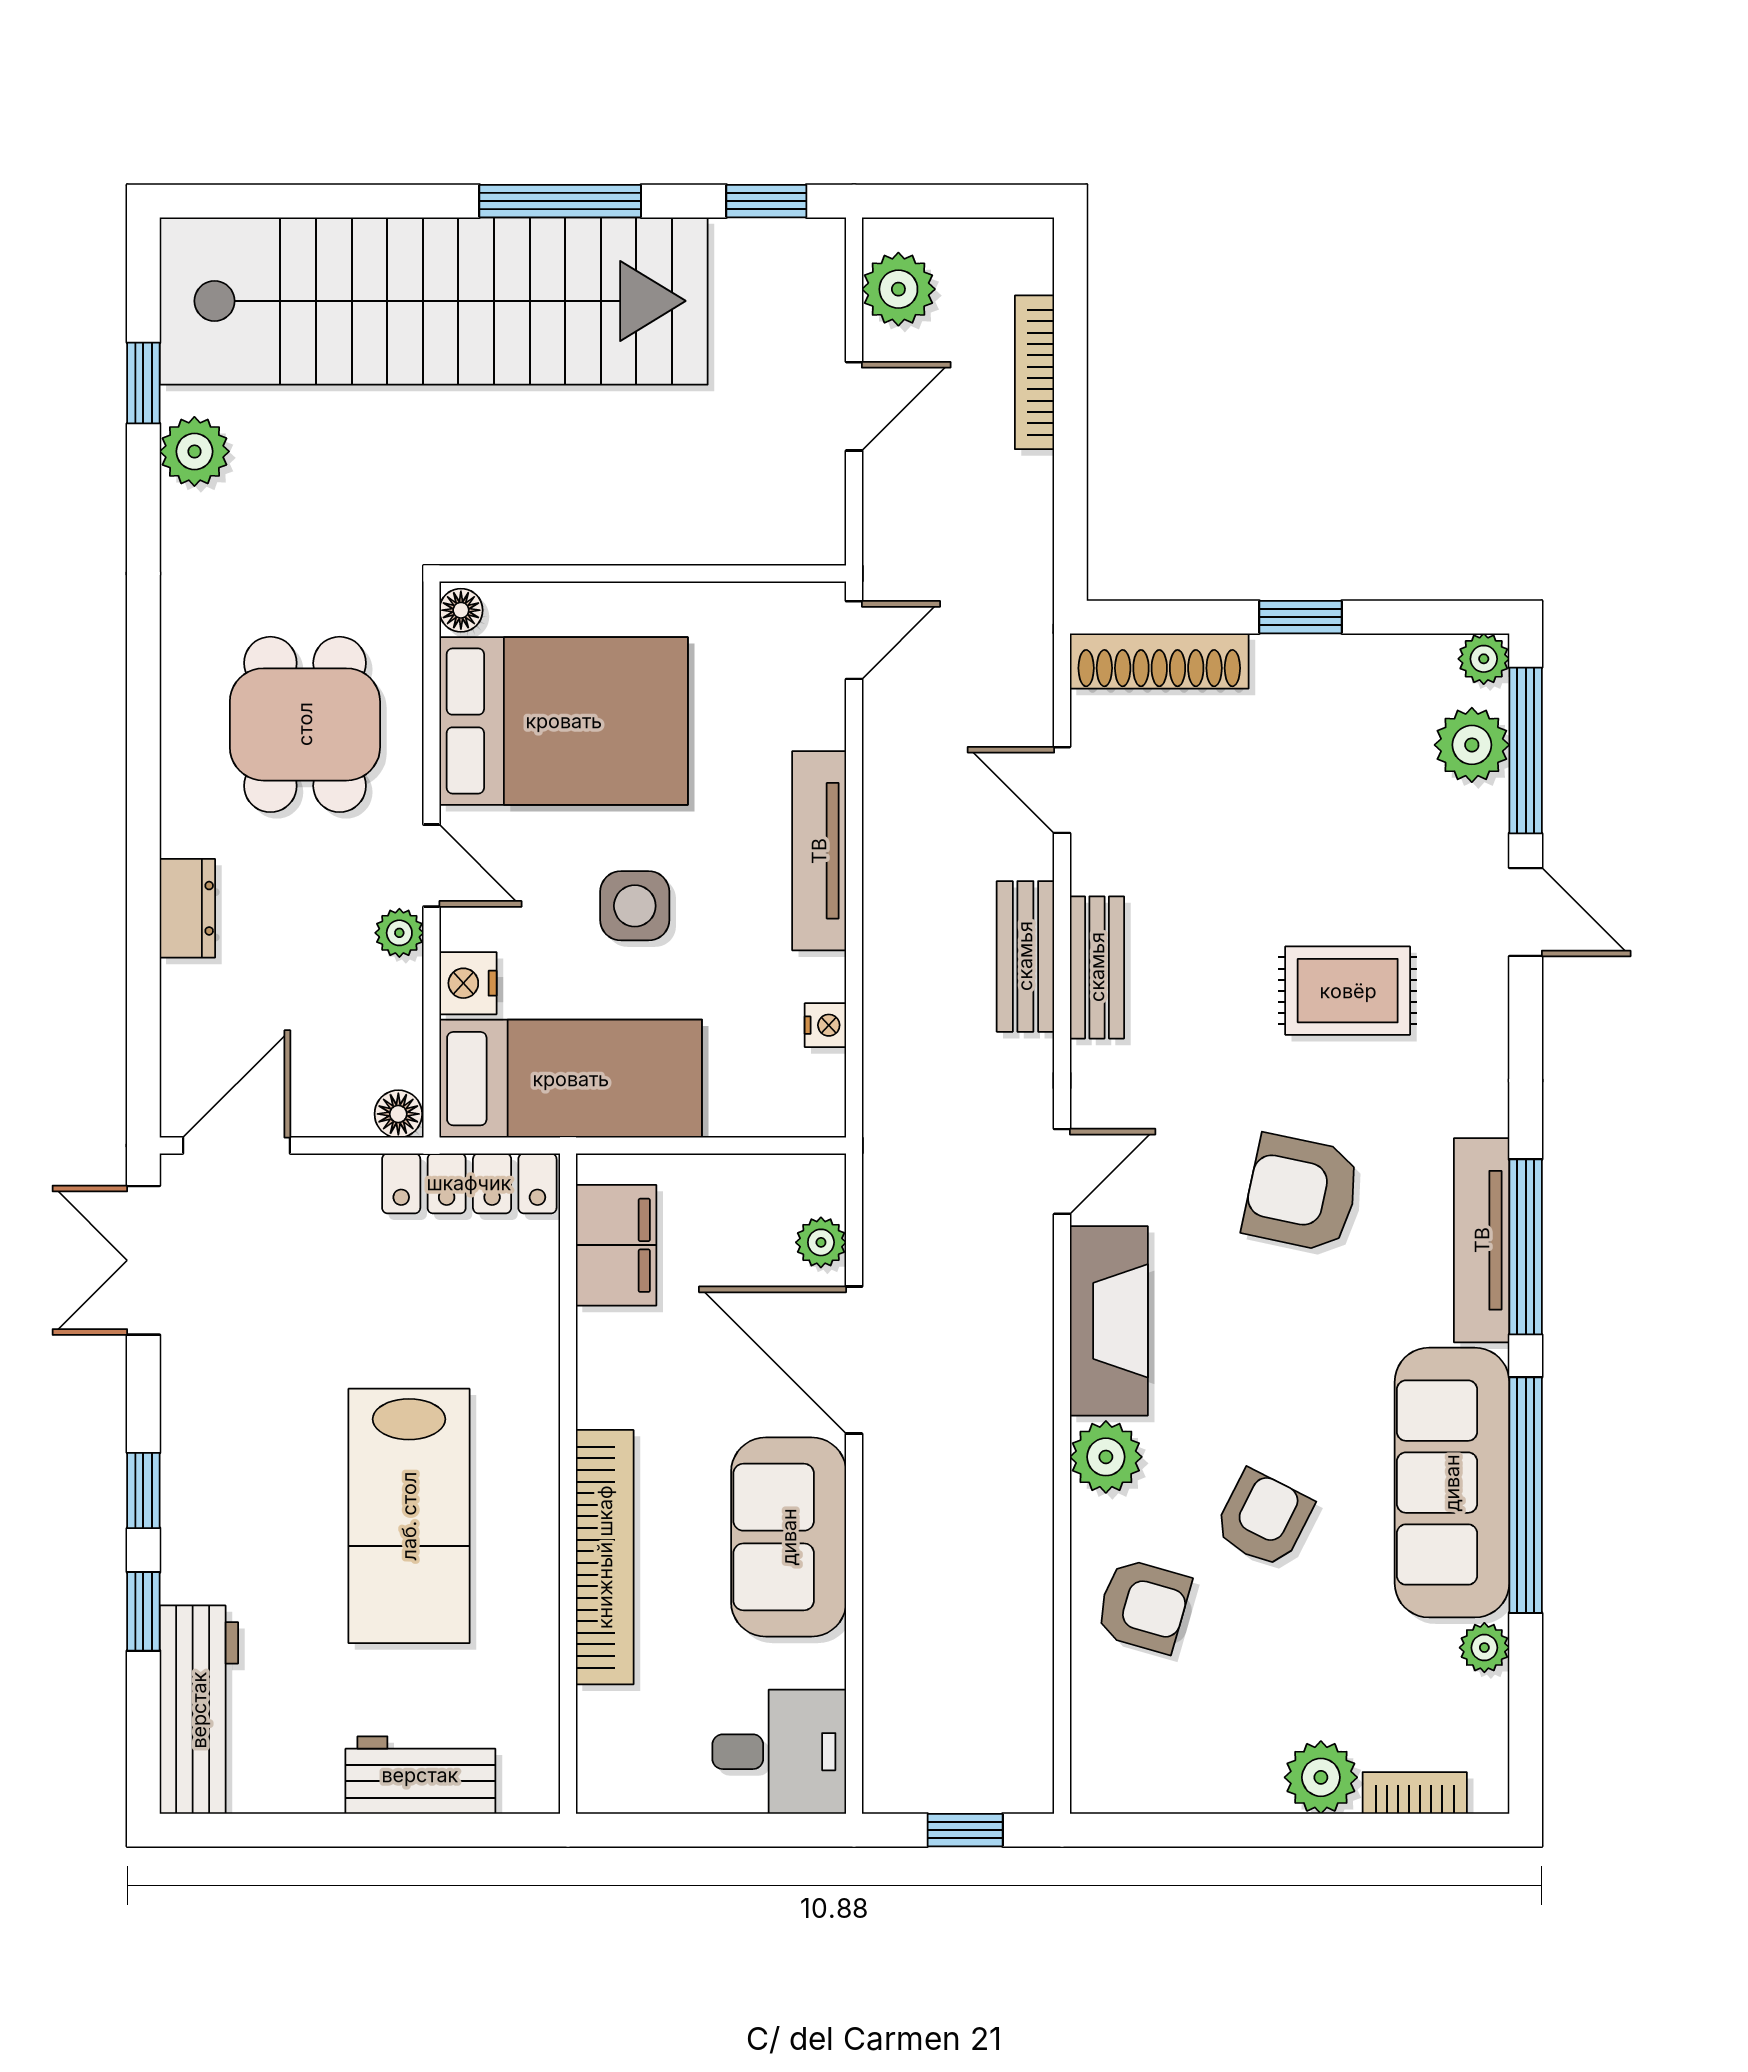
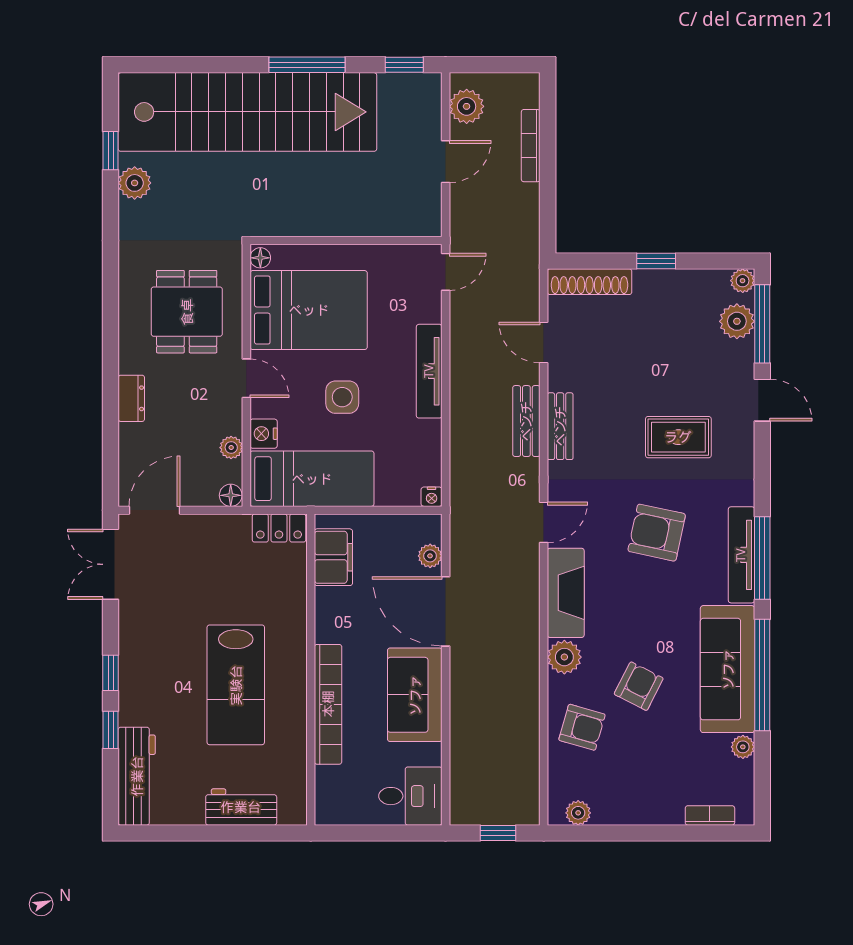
plant: (399, 933) -> (231, 448), moved
nightstand: (825, 1025) -> (432, 497), moved, turned 90
locker: (469, 1183) -> (279, 528), width x0.66
plant: (1321, 1777) -> (578, 813), moved, width x0.73, depth x0.73

